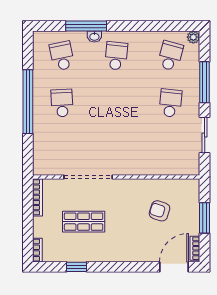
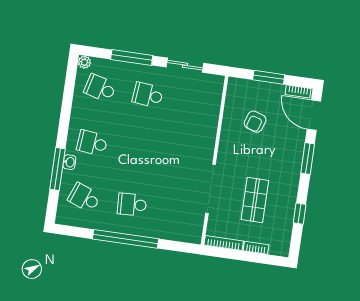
school desk: (62, 56) -> (84, 198), turned 33
bookcase: (37, 250) -> (256, 248), moved
window: (131, 267) -> (308, 159), added

